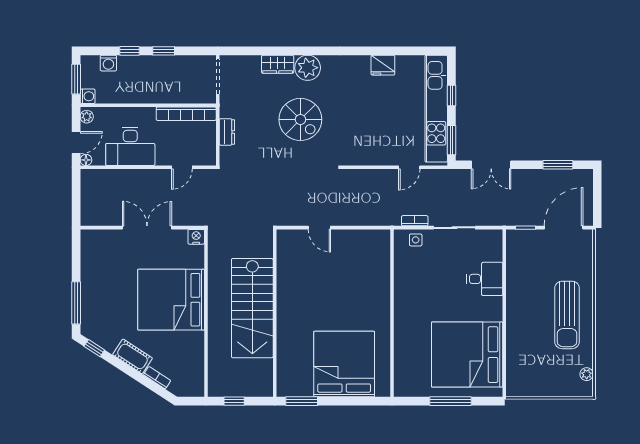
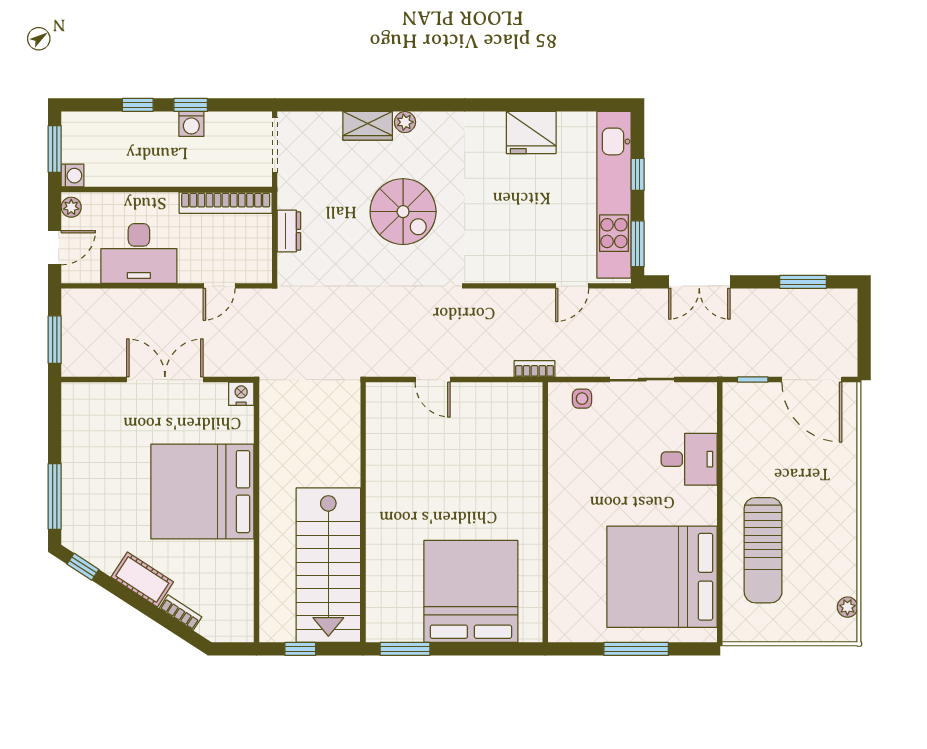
washing machine: (108, 63) -> (191, 124), moved
fridge: (383, 65) -> (531, 133), width x1.36, depth x1.34
plant: (308, 68) -> (405, 122), width x0.53, depth x0.53
floor lamp: (86, 160) -> (70, 274), removed
window: (76, 202) -> (55, 340), added
bookcase: (415, 221) -> (534, 369), moved
door: (564, 228) -> (812, 380), swing flipped
stairs: (252, 308) -> (328, 565), moved
sun lounger: (567, 315) -> (763, 550), moved

